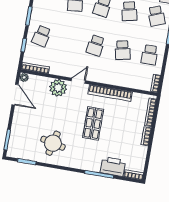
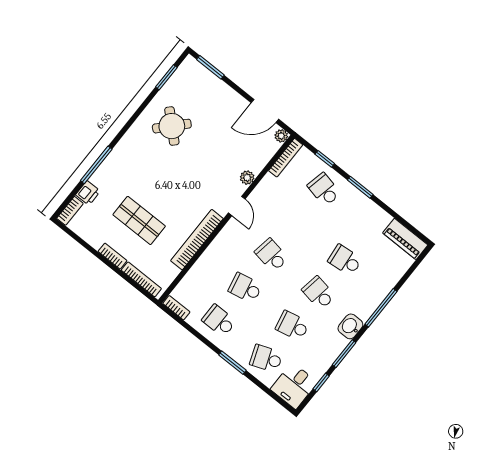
plant: (58, 88) -> (247, 178), width x0.53, depth x0.53
shop shelf: (93, 123) -> (139, 220), moved
round table: (53, 143) -> (172, 126), turned 30
printer: (113, 167) -> (88, 193), width x0.53, depth x0.68

